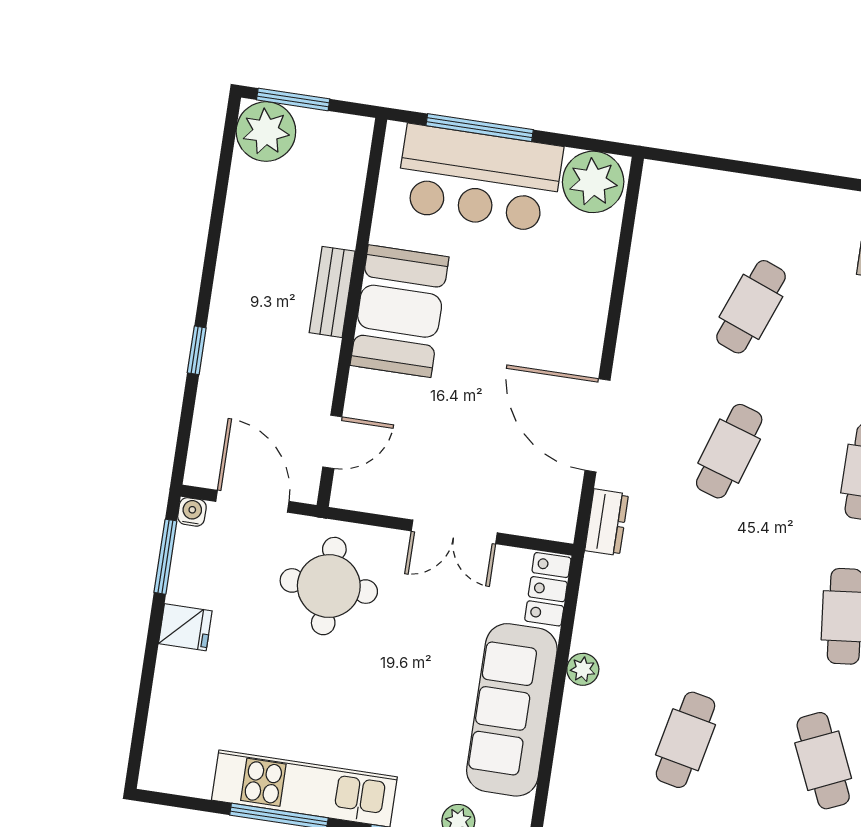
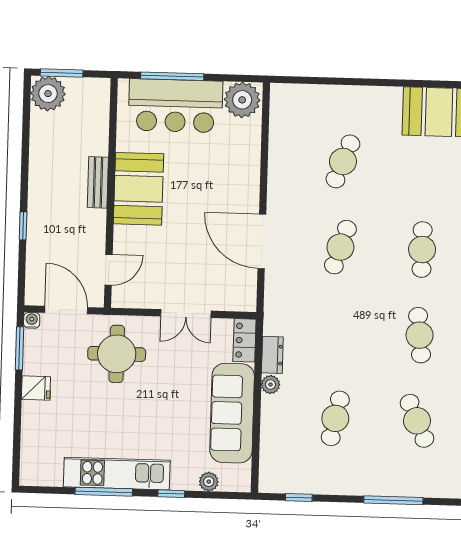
dresser: (607, 522) -> (272, 355), moved

